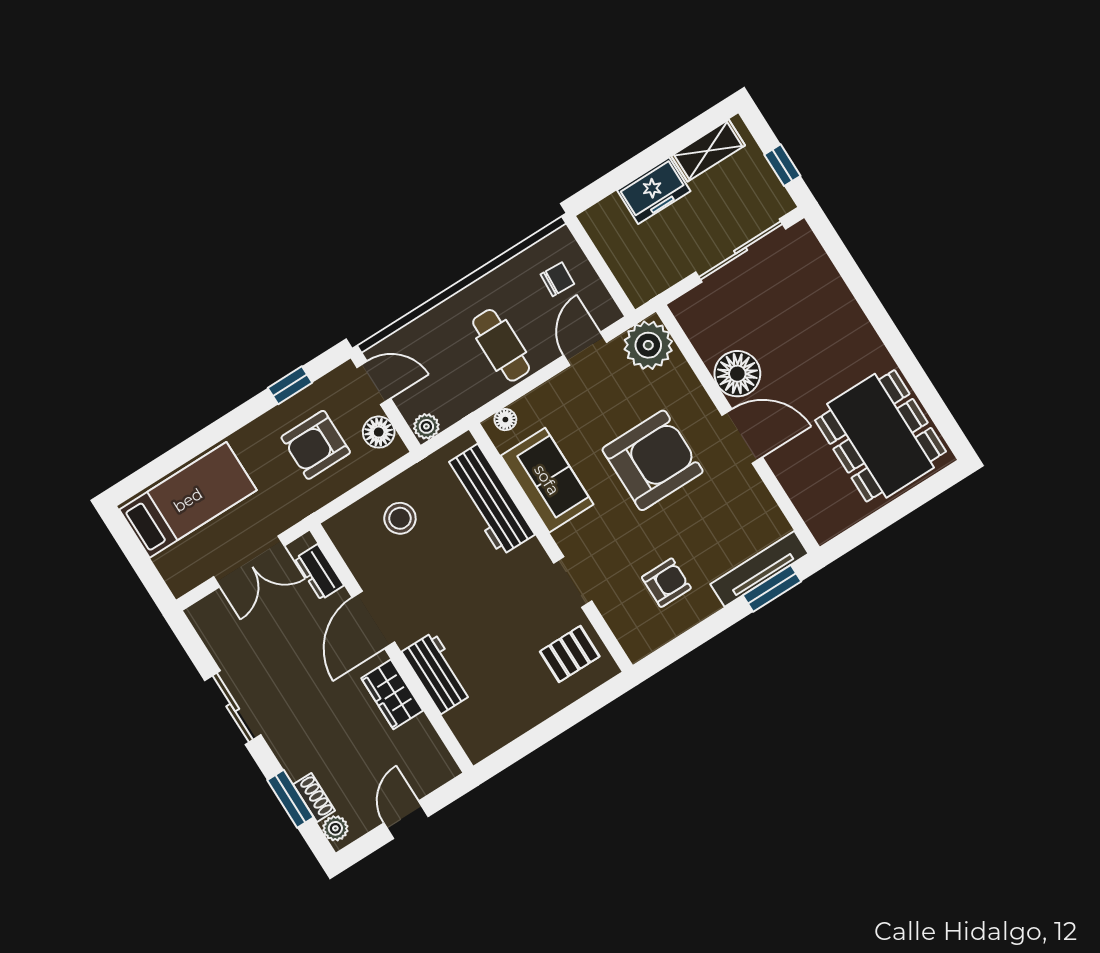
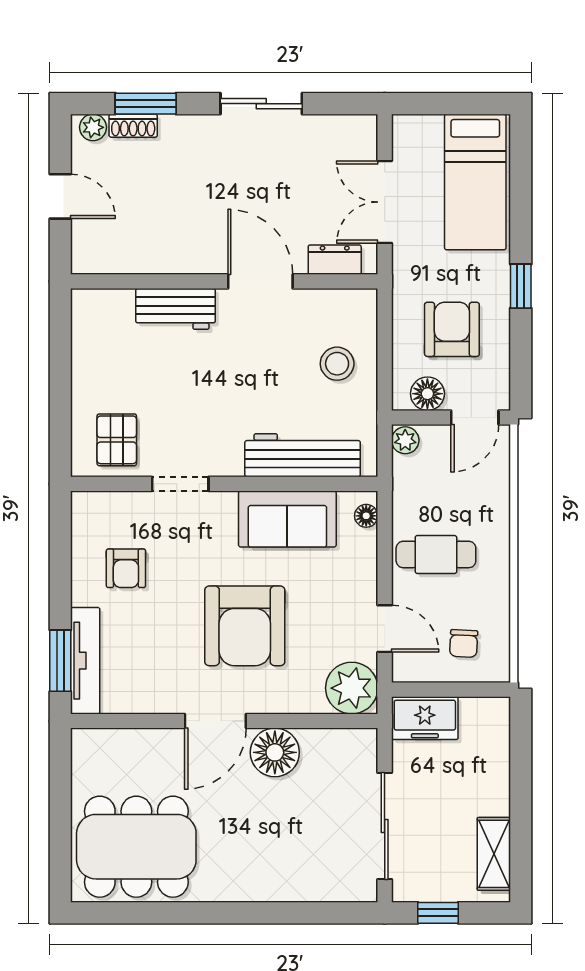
freezer: (654, 191) -> (425, 718), moved, turned -90
window: (290, 385) -> (521, 286), moved
wardrobe: (392, 694) -> (182, 256), removed

